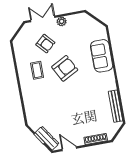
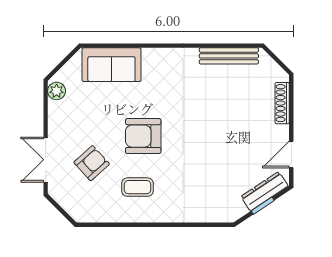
plant: (62, 21) -> (57, 91), moved
sofa: (102, 56) -> (111, 65), moved
armchair: (65, 68) -> (143, 136), turned -62

